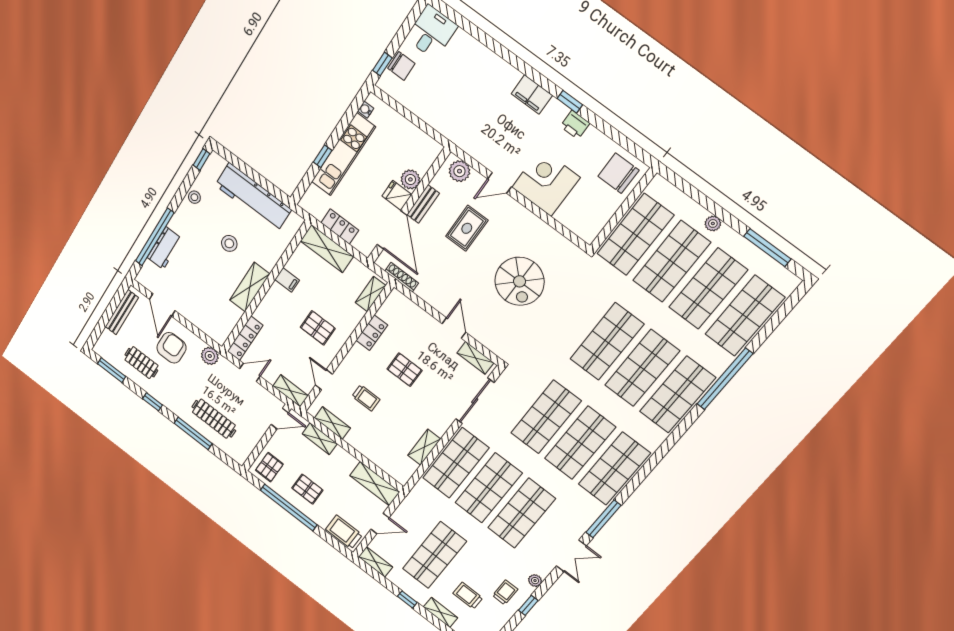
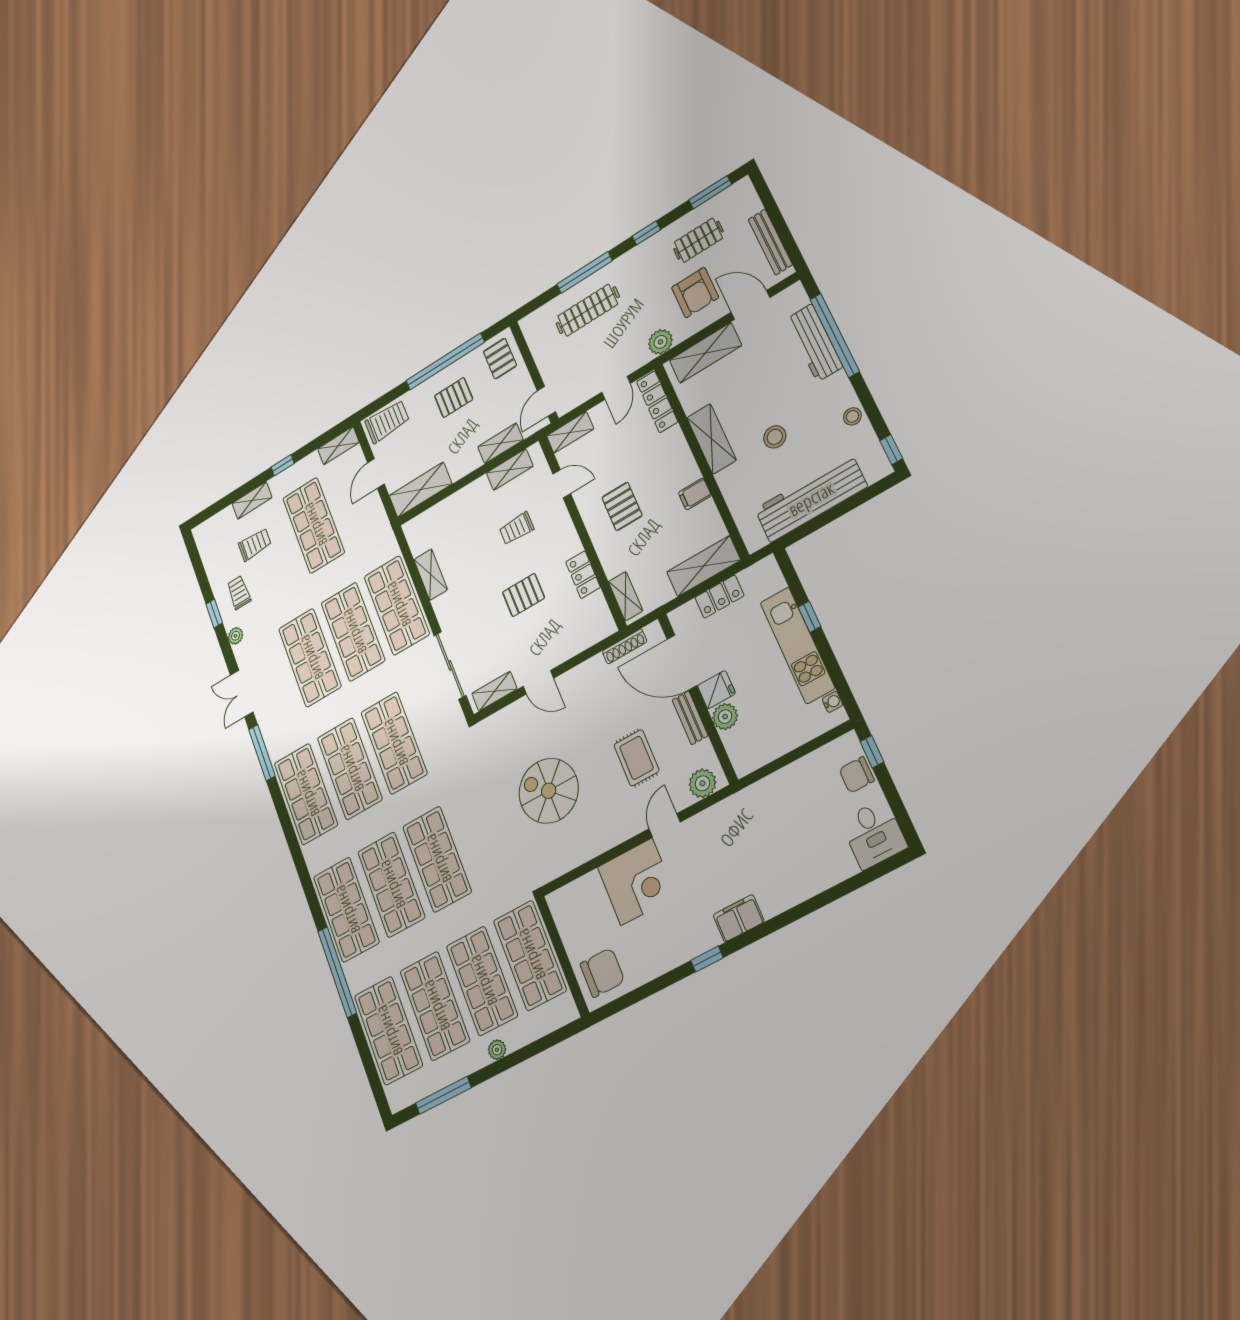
printer: (575, 125) -> (679, 951), removed
workbench: (165, 248) -> (814, 343), width x1.38
shelving: (202, 320) -> (705, 353), added
pallet: (318, 328) -> (622, 506), turned 90
trolley: (505, 592) -> (239, 592), turned 180

